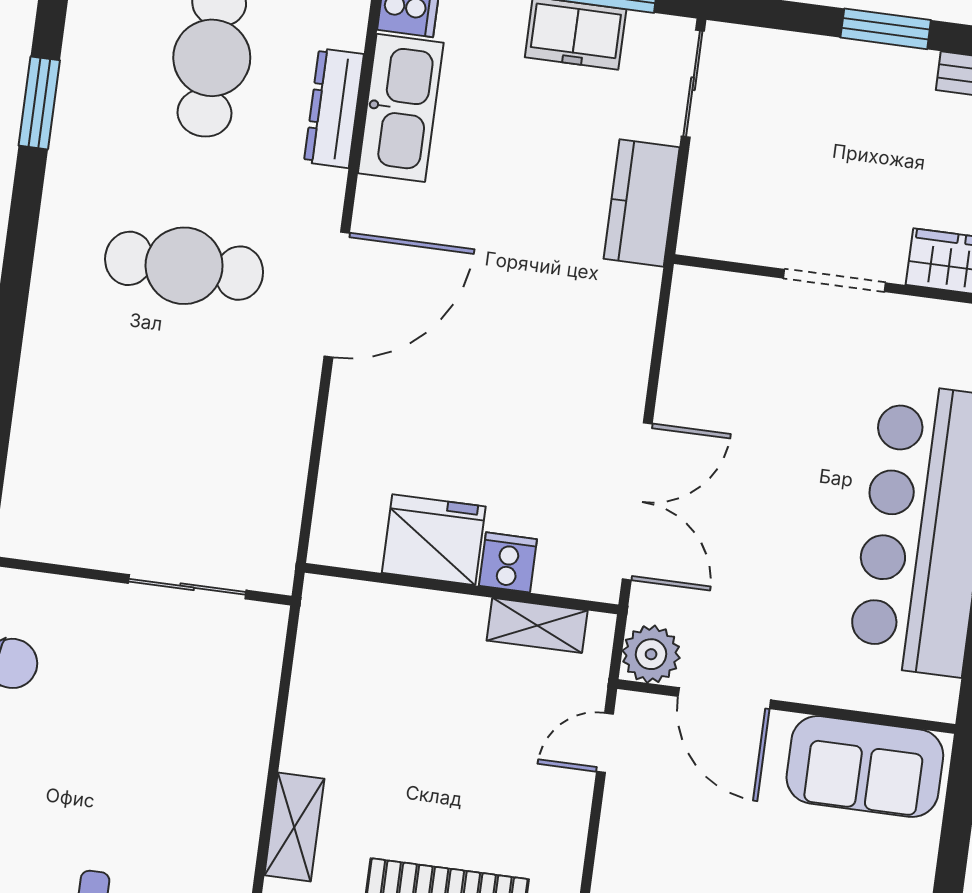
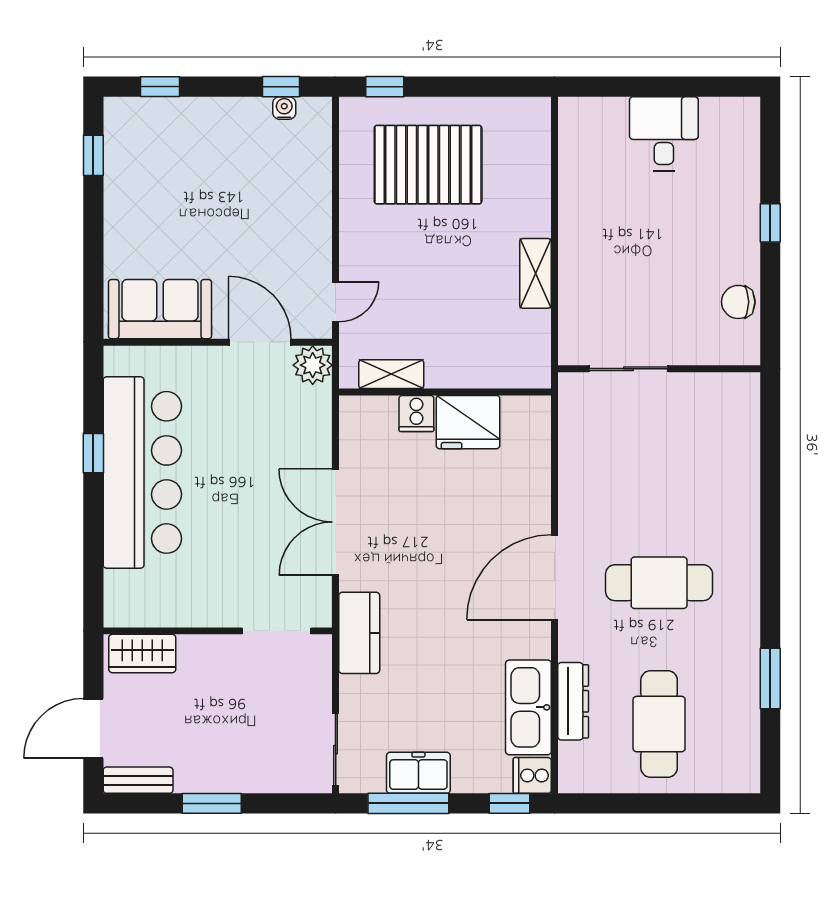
kitchen counter: (642, 203) -> (359, 633), moved
doorway: (835, 280) -> (277, 631), moved
double door: (637, 501) -> (336, 522), moved
shelving: (294, 827) -> (535, 273), moved

